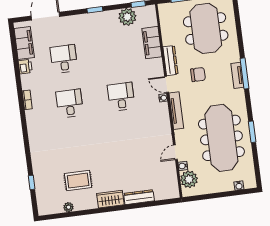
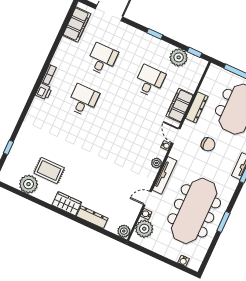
filing cabinet: (152, 43) -> (180, 105), moved
dresser: (170, 61) -> (197, 107), moved
printer: (25, 67) -> (44, 91), moved
desk: (121, 97) -> (150, 81), moved
tv unit: (176, 111) -> (165, 175), moved
plant: (165, 118) -> (156, 163), added
plant: (173, 192) -> (124, 231), added
plant: (68, 207) -> (29, 184), width x1.88, depth x1.88

